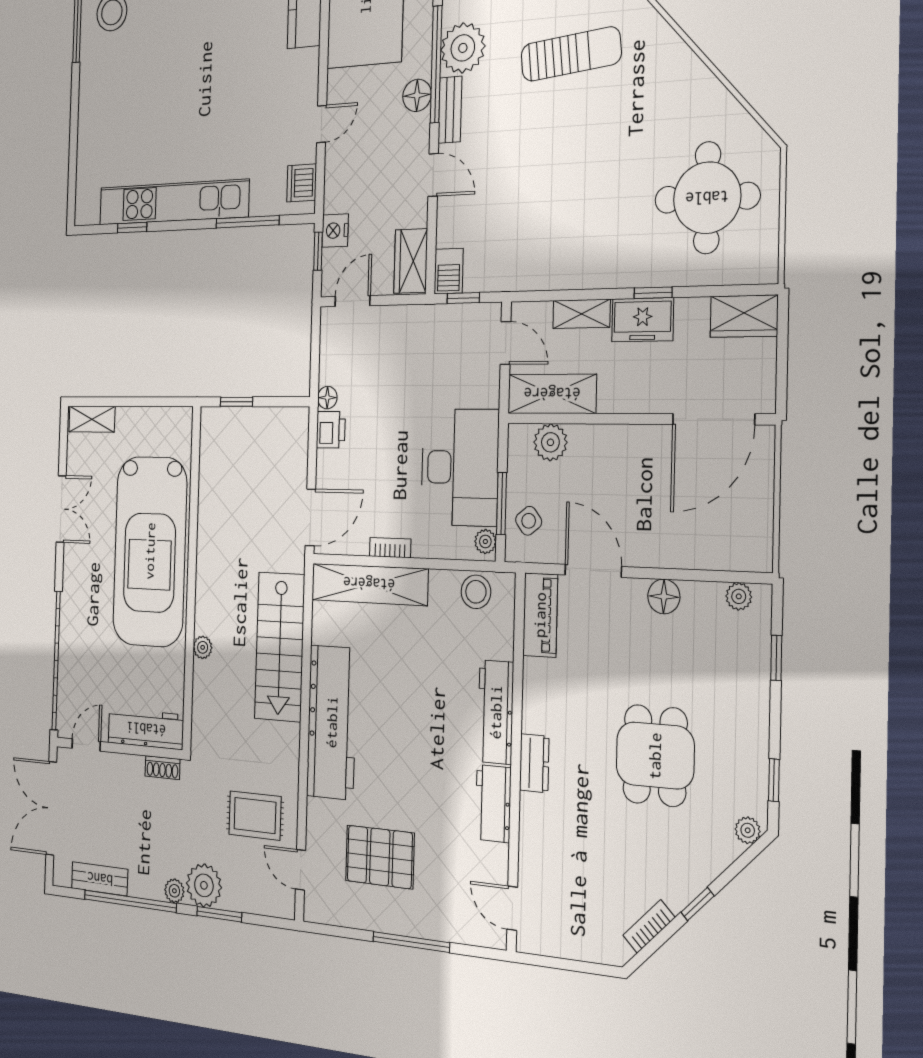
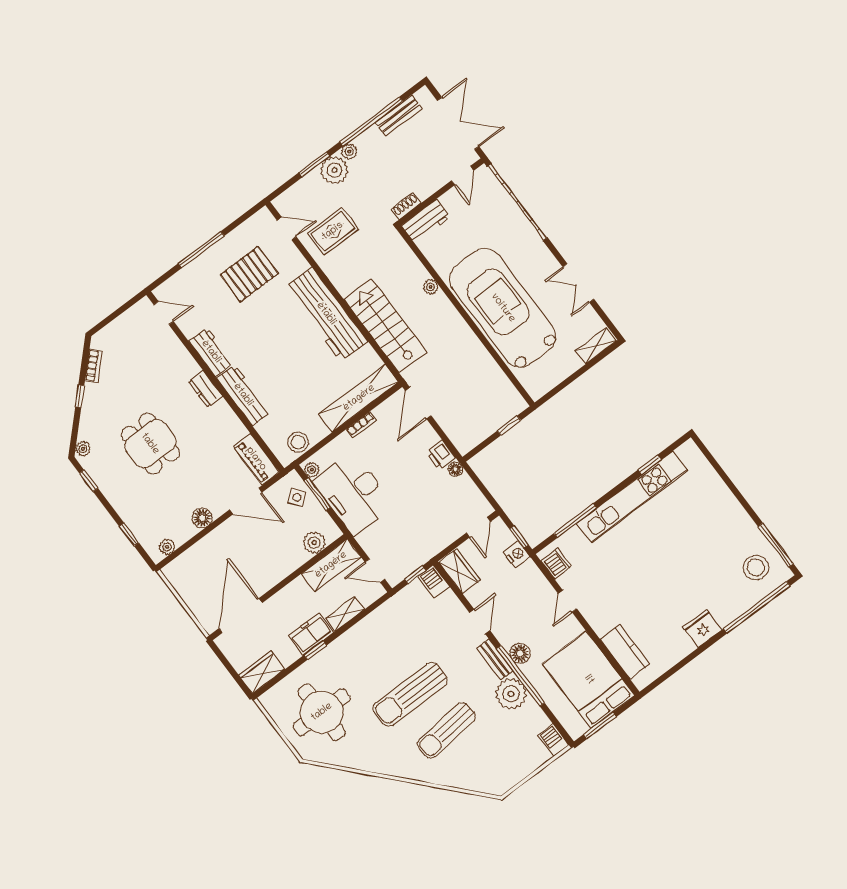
sun lounger: (580, 138) -> (410, 694), added
door: (433, 175) -> (480, 621), swing flipped
workbench: (146, 729) -> (426, 221), width x0.73

